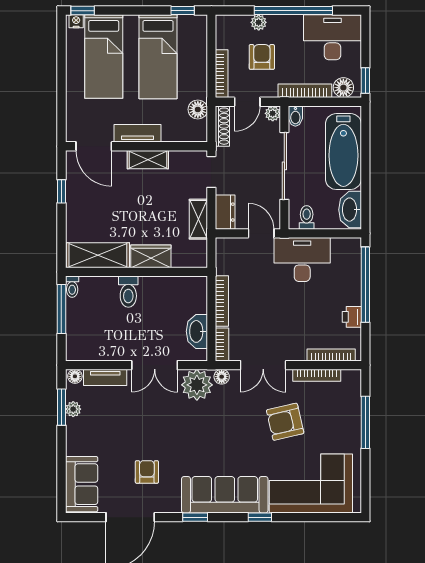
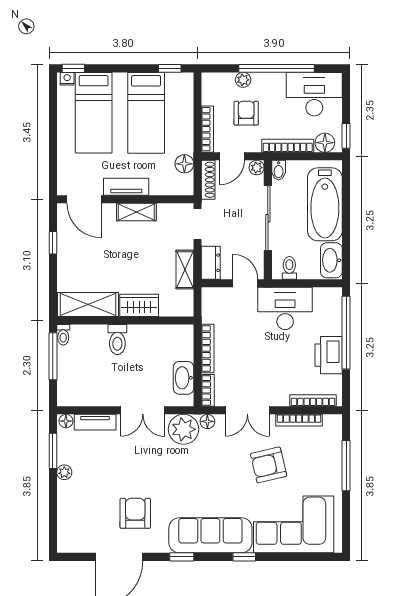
printer: (352, 317) -> (329, 355), width x1.87, depth x1.48
plant: (73, 409) -> (64, 472), moved
armchair: (147, 472) -> (135, 513), width x1.38, depth x1.38
sofa: (82, 484) -> (72, 525), removed

